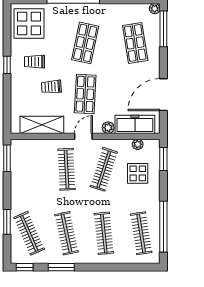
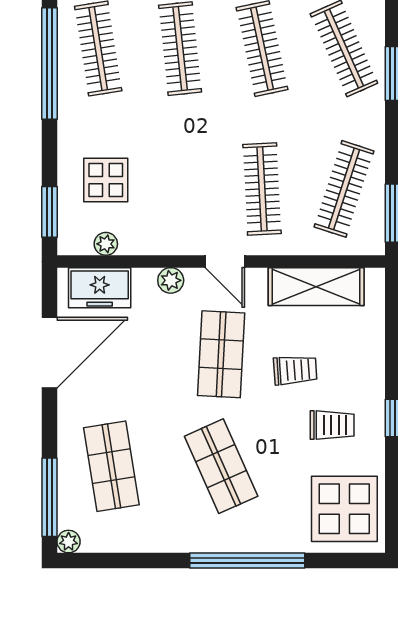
shop shelf: (85, 43) -> (221, 466), turned -36
freezer: (135, 124) -> (100, 288), width x0.71
door: (83, 136) -> (225, 261), hinge flipped
clothes rail: (104, 169) -> (344, 189), moved

